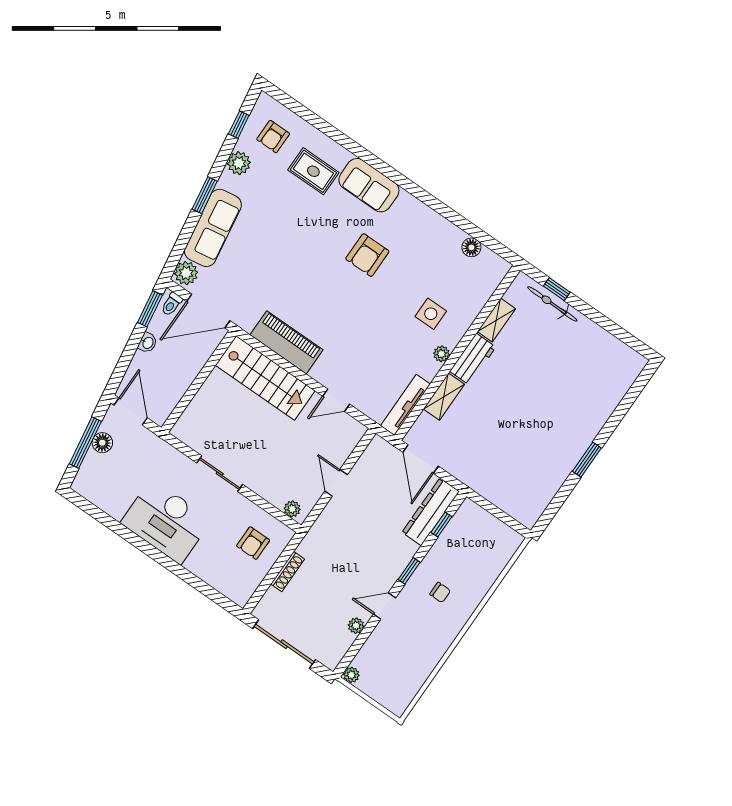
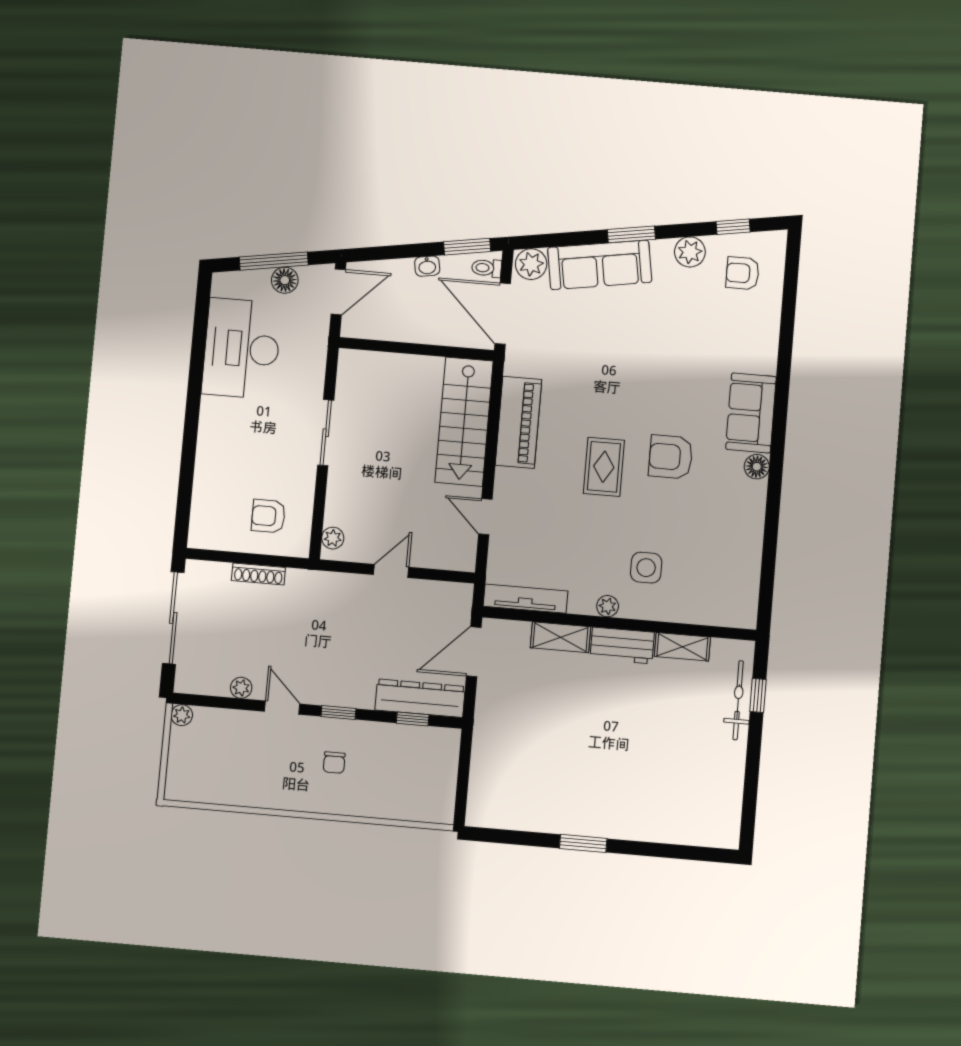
rug: (313, 171) -> (604, 467), moved
floor lamp: (471, 247) -> (757, 467), moved
desk: (166, 521) -> (242, 349), moved

